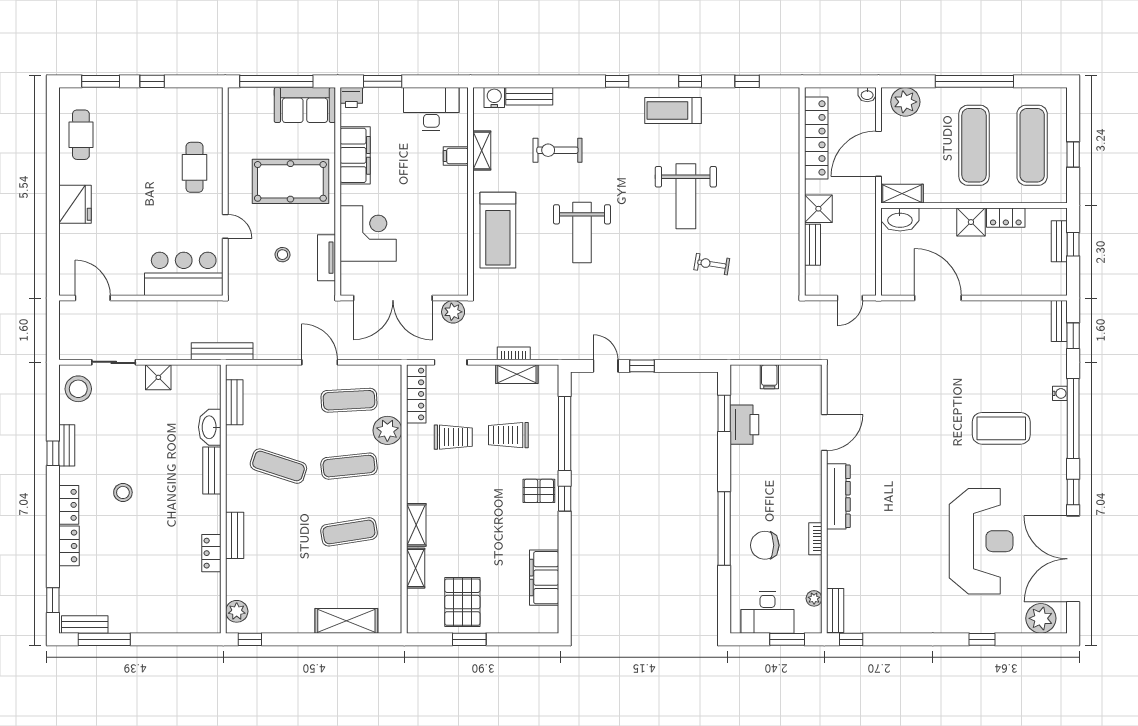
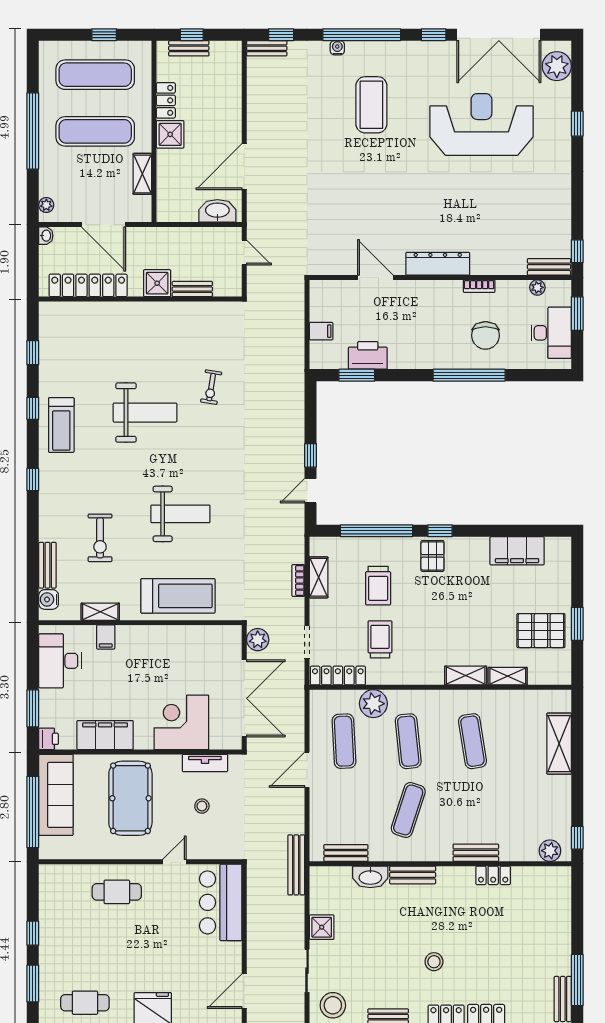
plant: (905, 102) -> (46, 205), width x0.53, depth x0.53
sofa: (305, 105) -> (56, 795), width x1.36
shelving: (902, 194) -> (142, 174), moved
washbasin: (900, 220) -> (217, 211), moved, turned -90

